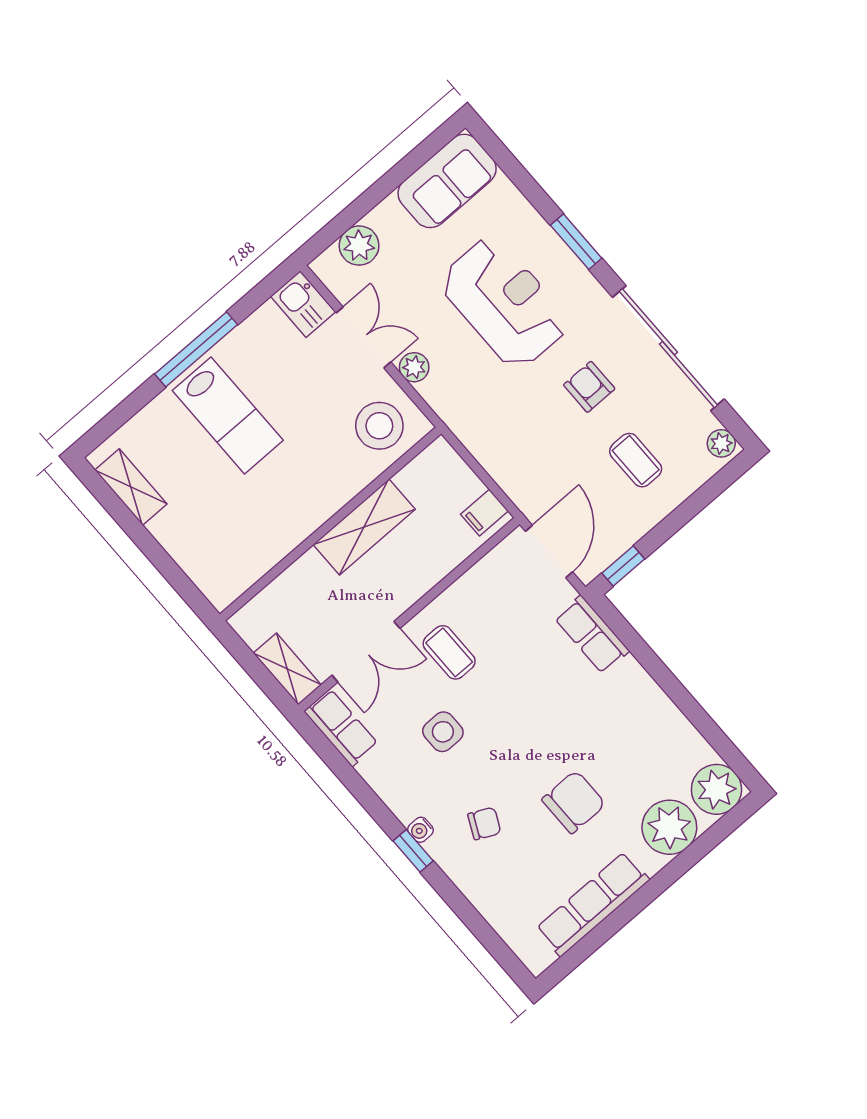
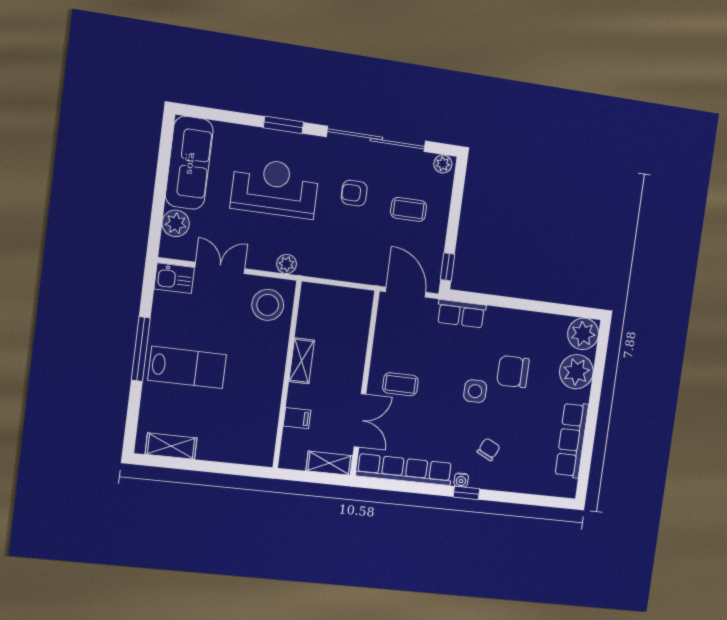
sofa: (447, 181) -> (189, 163), width x1.36
plant: (414, 367) -> (287, 264), moved
filing cabinet: (484, 513) -> (297, 418), moved, turned -90
shelving: (364, 527) -> (302, 361), width x0.67, depth x0.75
row of seats: (341, 728) -> (404, 470), width x2.02
side table: (443, 732) -> (475, 391), moved
chair: (574, 802) -> (513, 372), moved, turned -90

